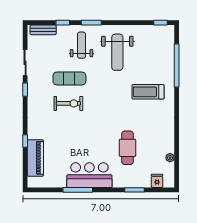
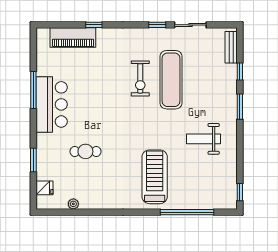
weight bench: (81, 45) -> (212, 95), removed
weight bench: (117, 52) -> (203, 139), width x0.73, depth x0.75
exercise mat: (69, 79) -> (171, 80), width x1.36, depth x1.45
treadmill: (148, 92) -> (155, 177), width x1.37, depth x1.38
cafe table: (127, 148) -> (85, 151), width x0.73, depth x0.74

